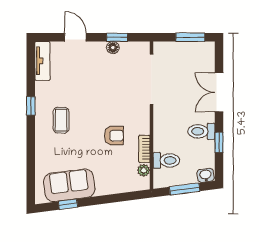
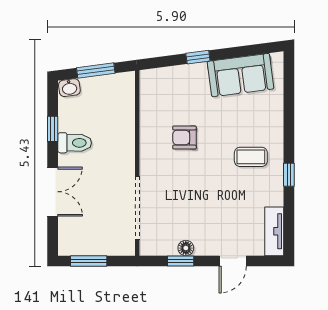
door: (75, 37) -> (233, 261), hinge flipped
coffee table: (61, 120) -> (251, 157), turned 90
bookcase: (144, 149) -> (146, 121), removed
toilet: (166, 160) -> (119, 106), removed
plant: (144, 170) -> (147, 94), removed
window: (68, 204) -> (198, 57), moved

